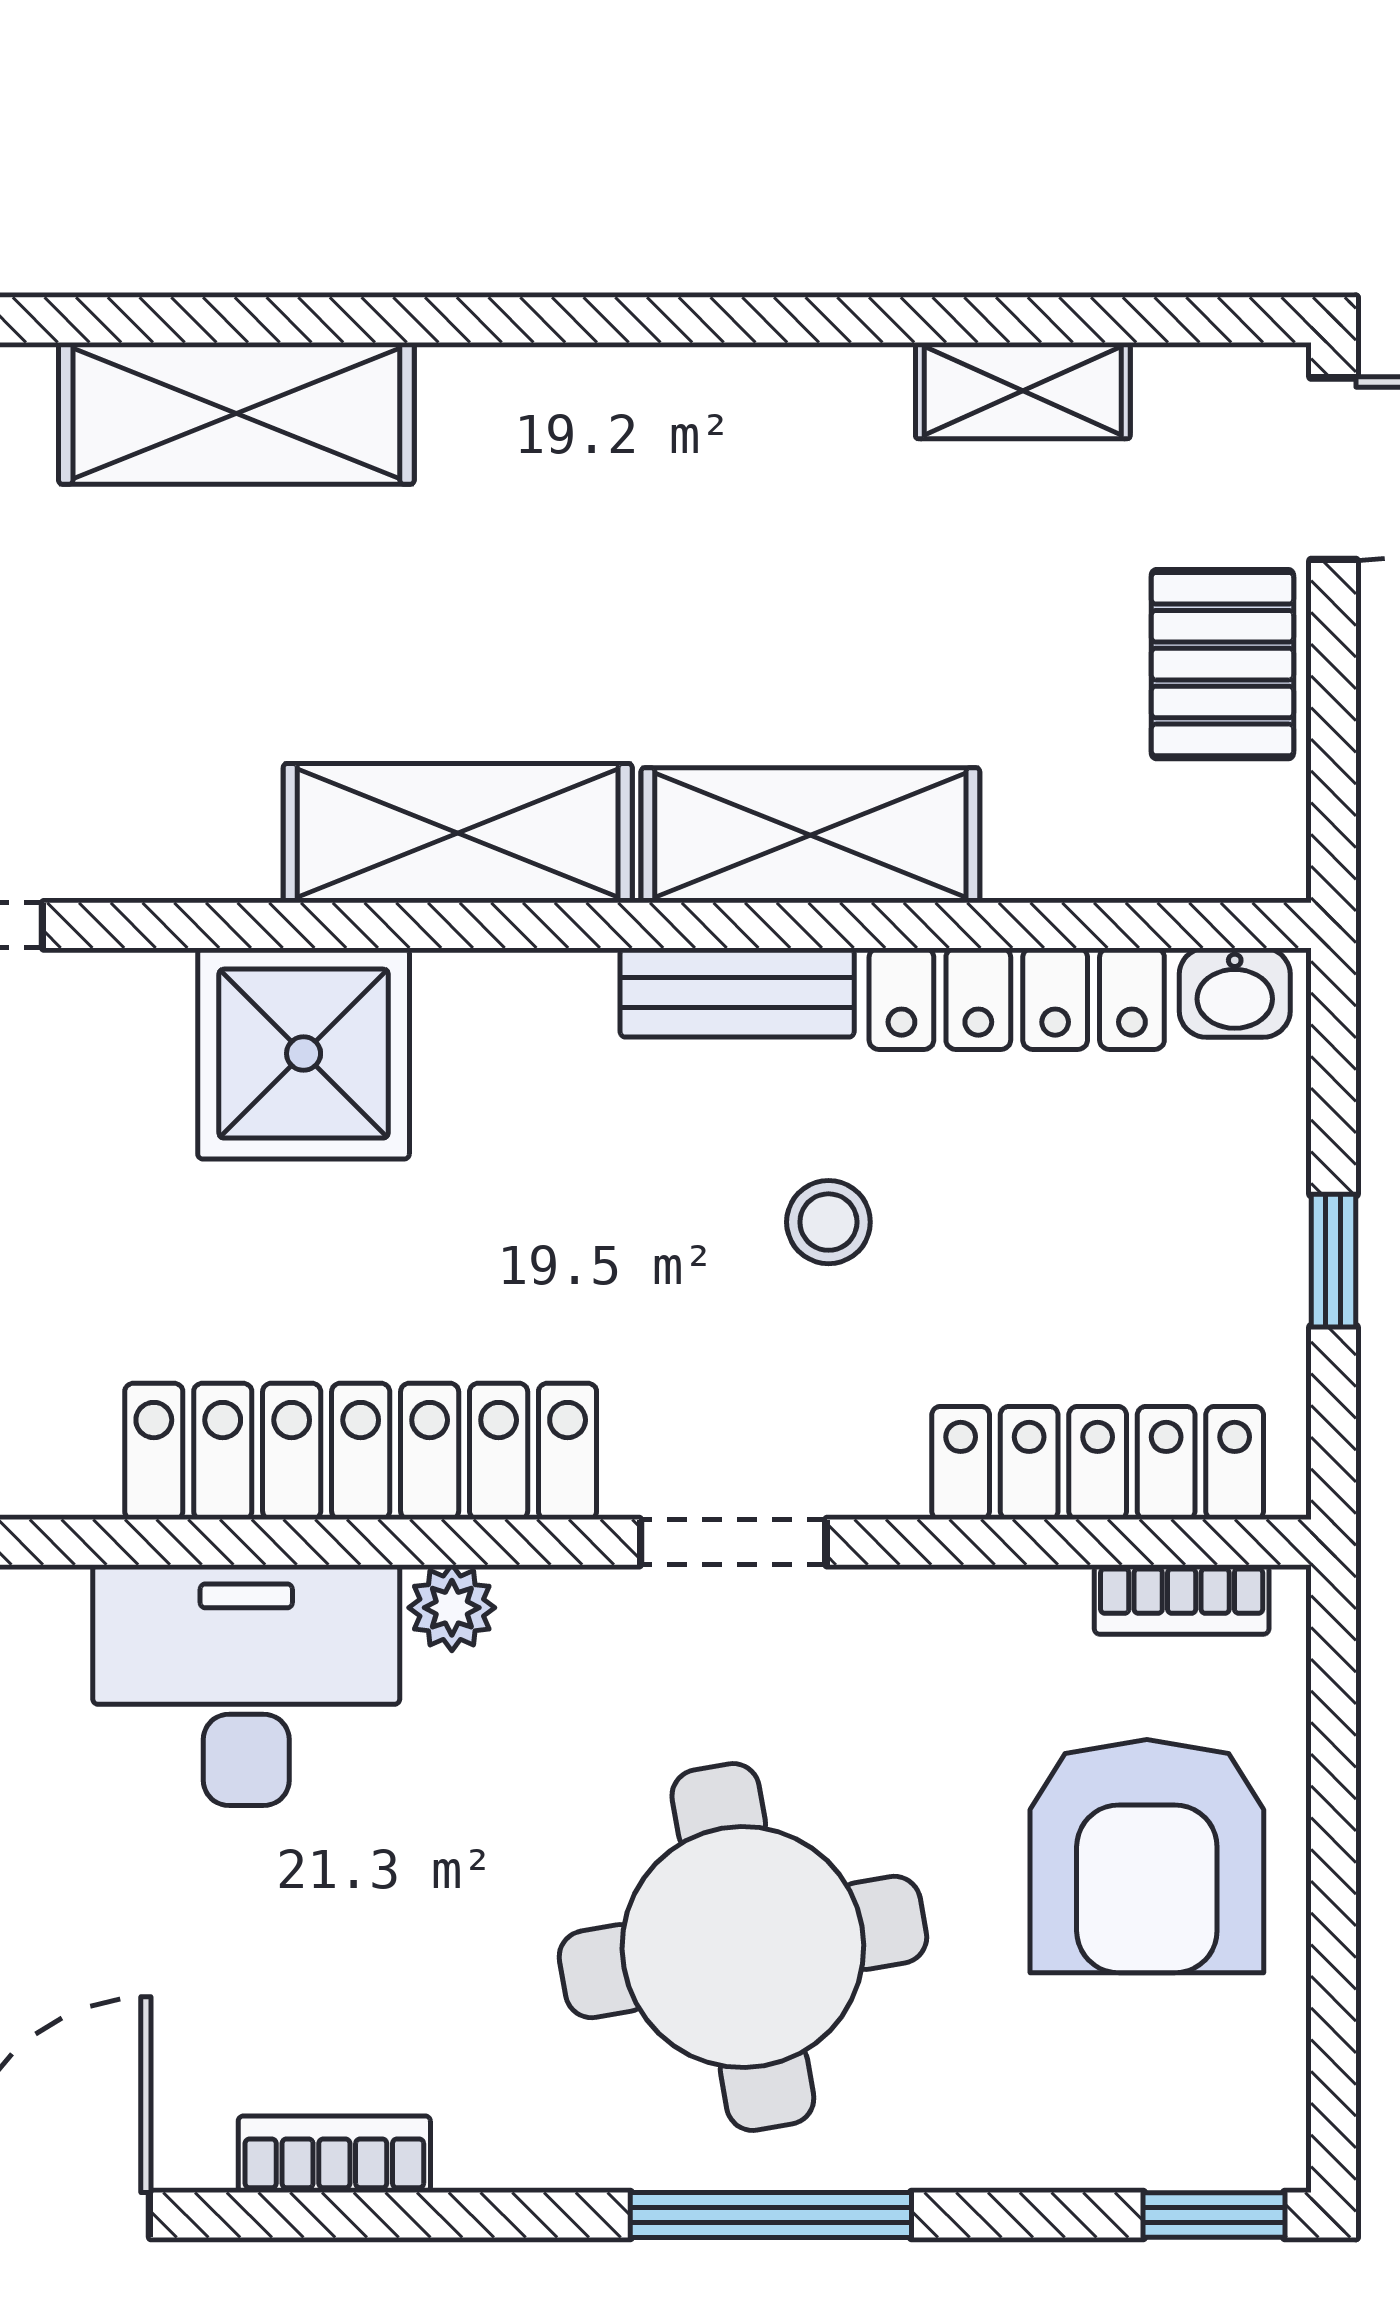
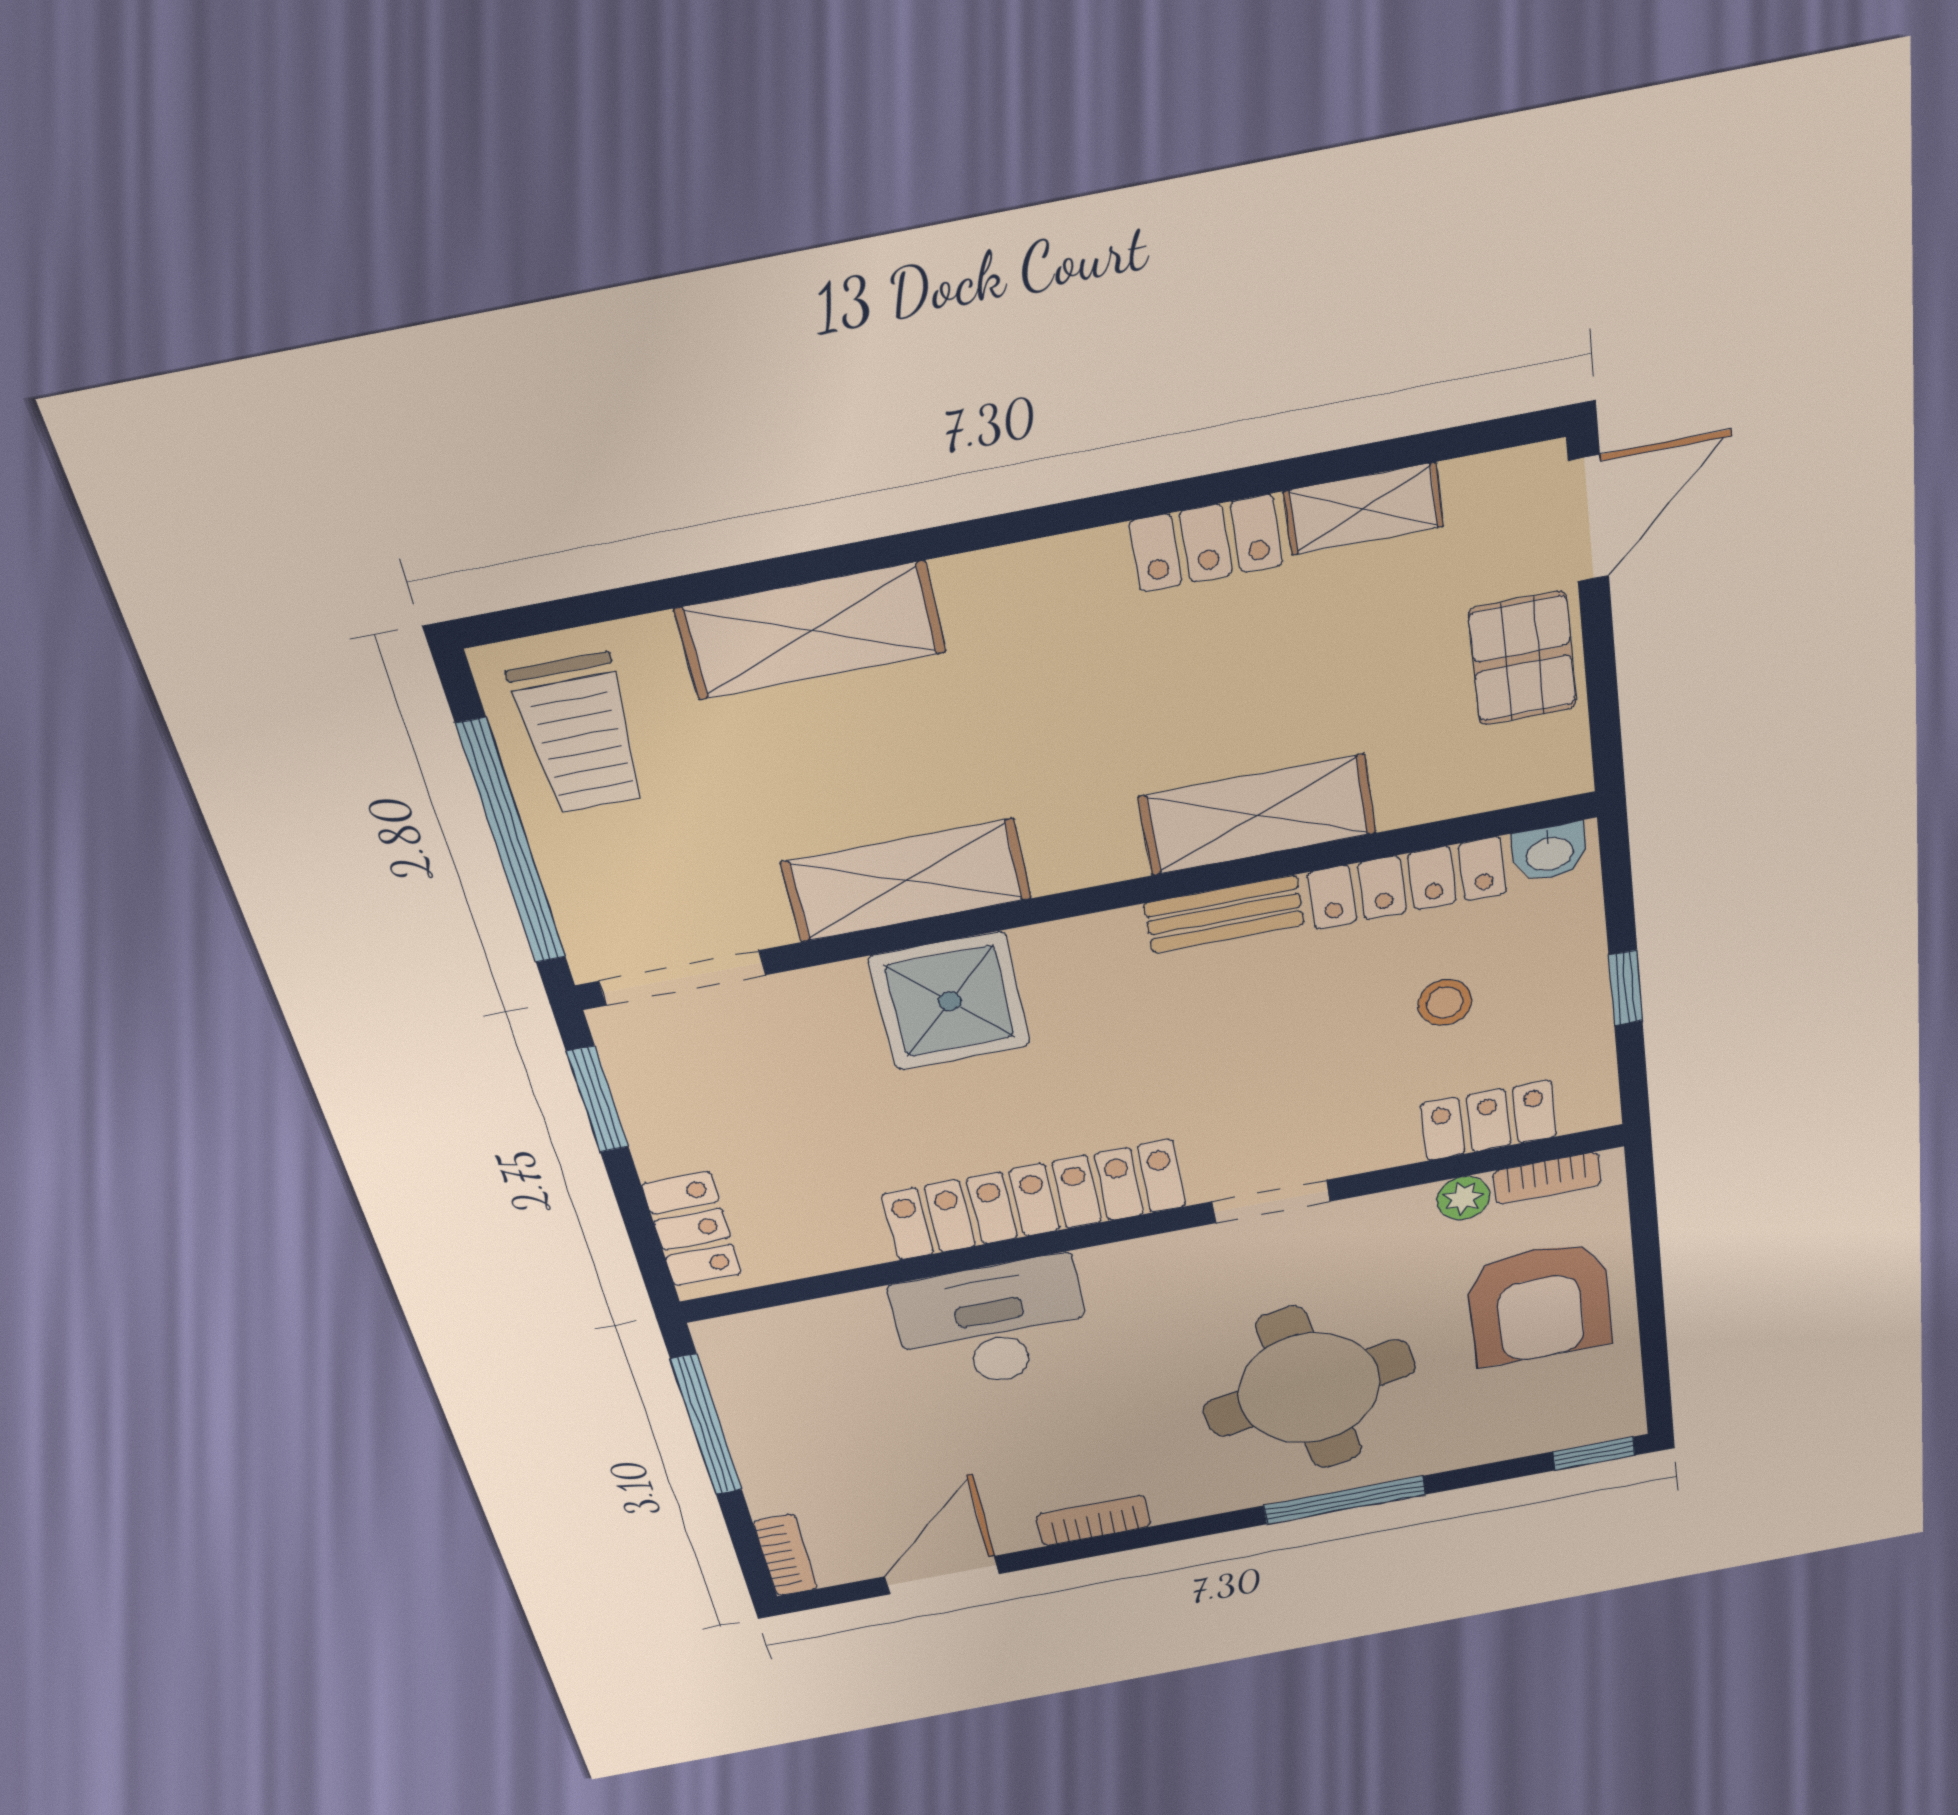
locker: (800, 396) -> (1206, 543), added
shelving: (458, 833) -> (906, 881), moved
stool: (828, 1222) -> (1445, 1003), moved
locker: (1098, 1463) -> (1489, 1120), width x0.66
plant: (452, 1608) -> (1463, 1198), moved

